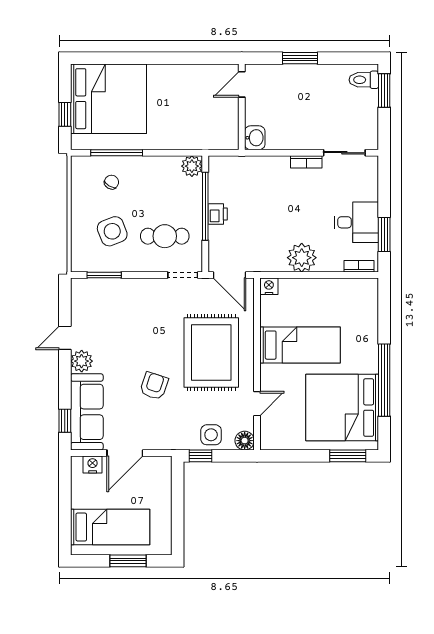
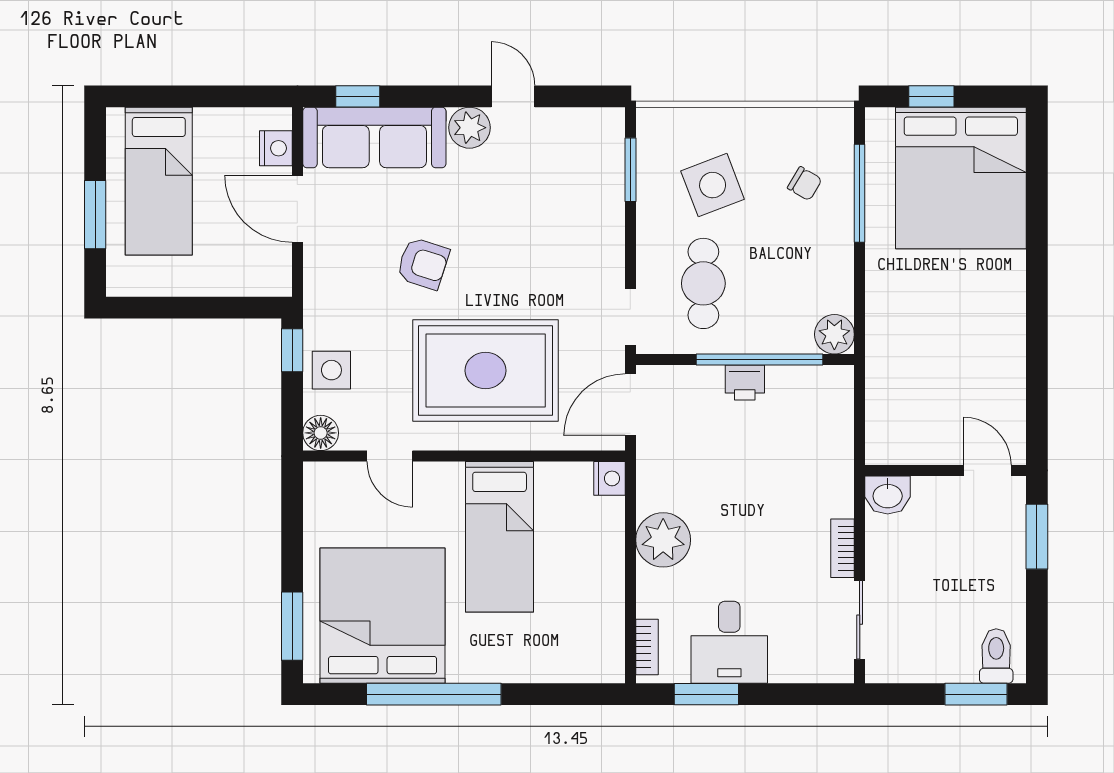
door: (242, 84) -> (987, 470), moved
wall: (242, 107) -> (946, 470), moved
washbasin: (255, 138) -> (888, 495), moved

